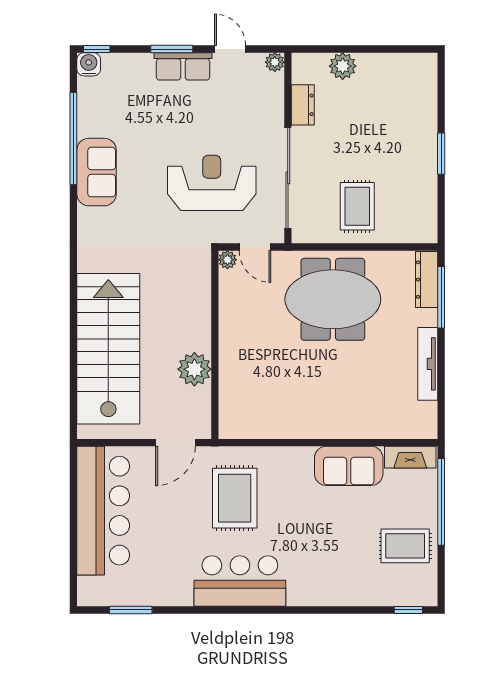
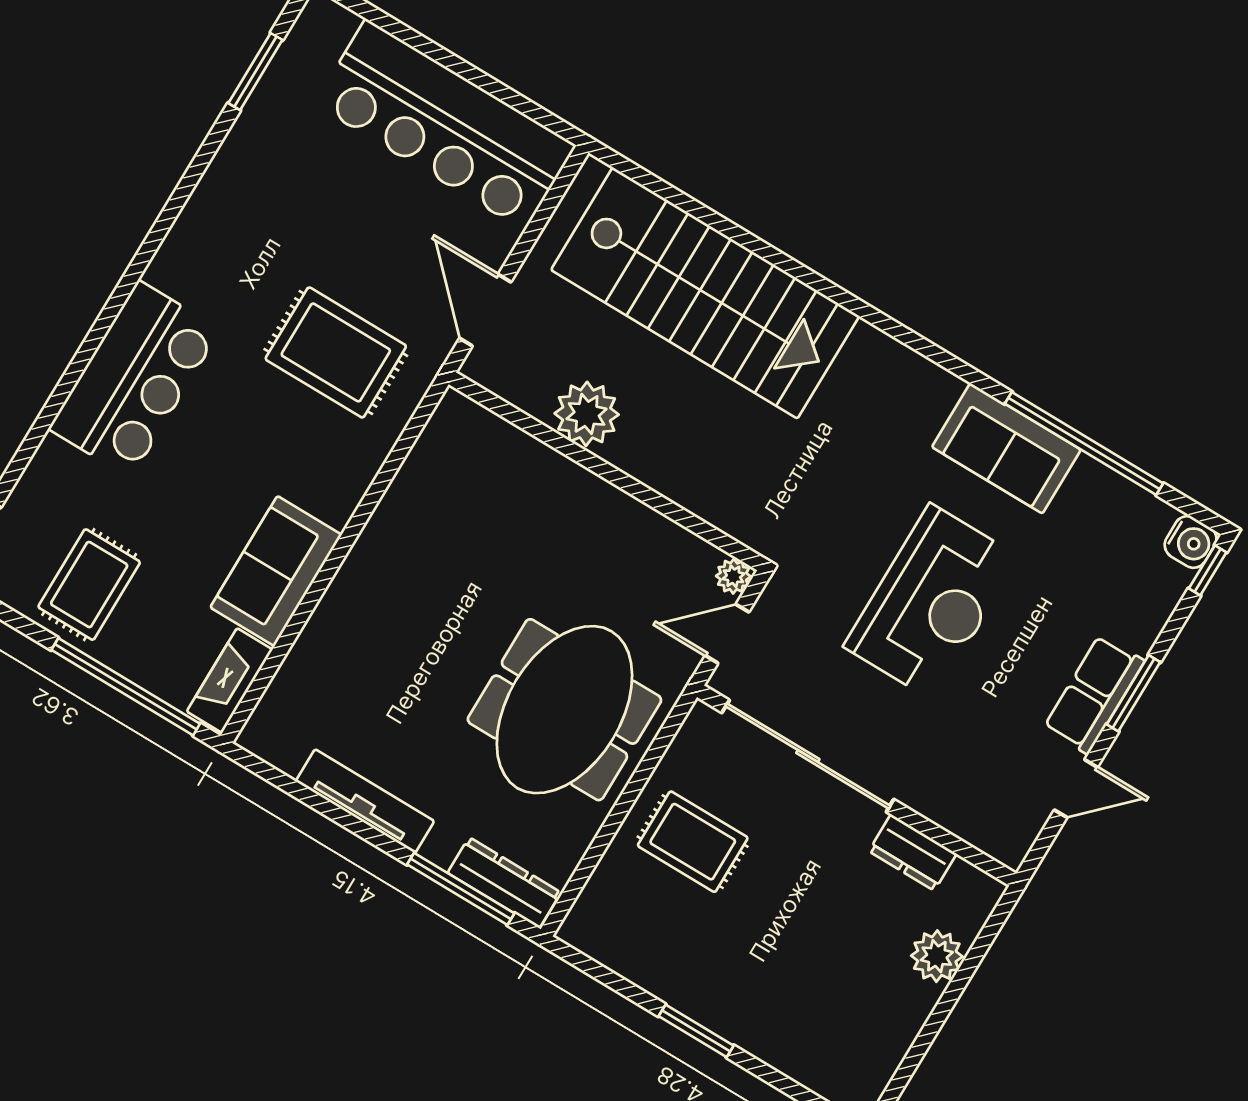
plant: (275, 62) -> (1010, 849), removed
reception desk: (212, 183) -> (932, 602), moved
bar counter: (240, 581) -> (134, 379), moved

